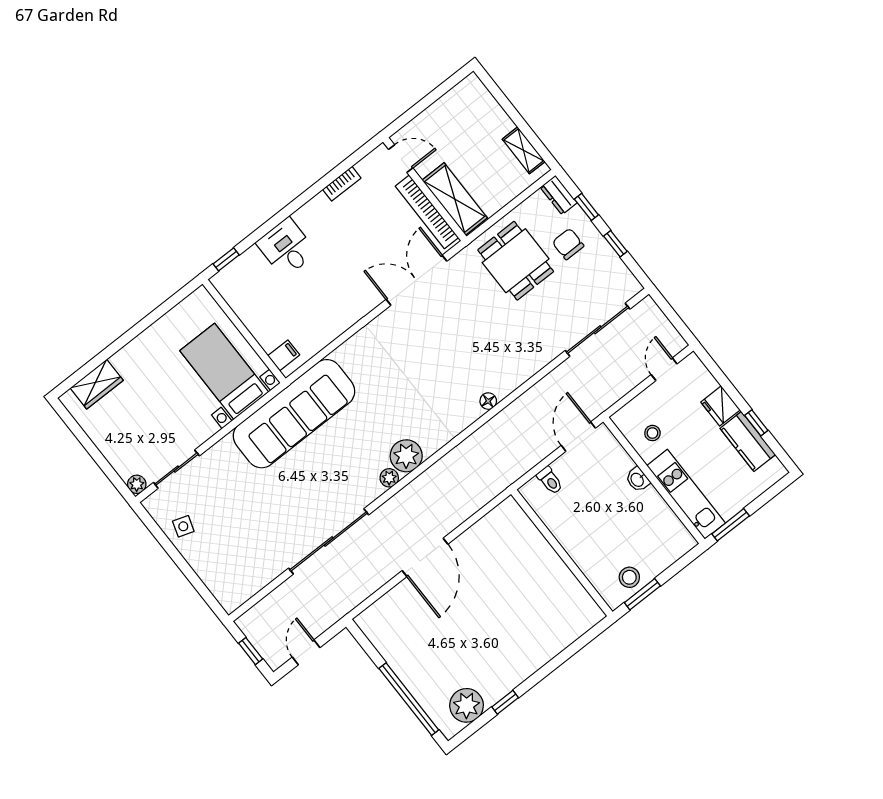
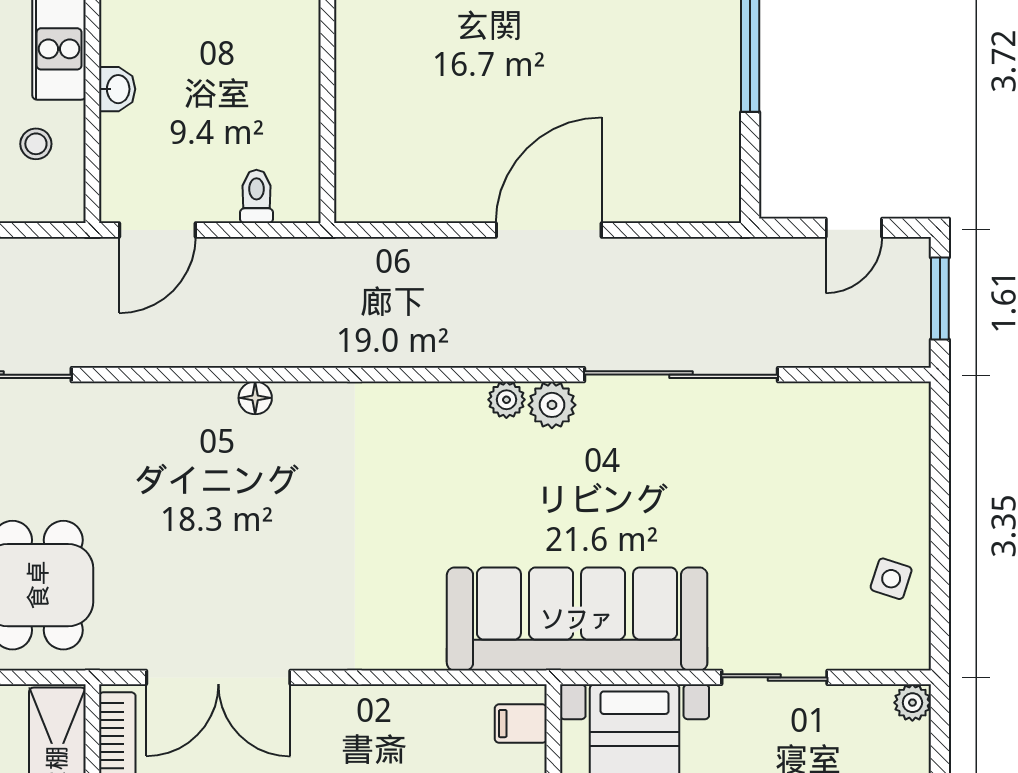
plant: (406, 456) -> (552, 405), moved, width x0.73, depth x0.73
sliding door: (176, 469) -> (774, 677), moved
window: (251, 651) -> (940, 299), width x1.50

